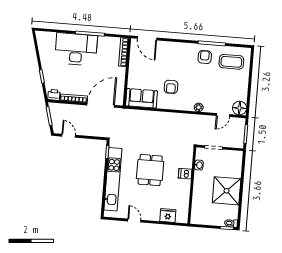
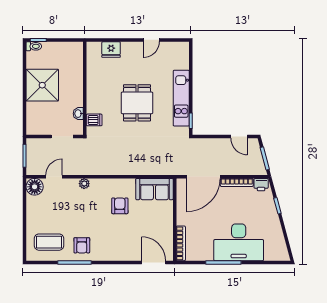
dishwasher: (185, 174) -> (94, 120), moved
kitchen unit: (113, 179) -> (181, 98), width x0.73
door: (134, 221) -> (151, 40), hinge flipped

